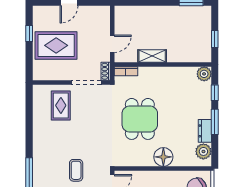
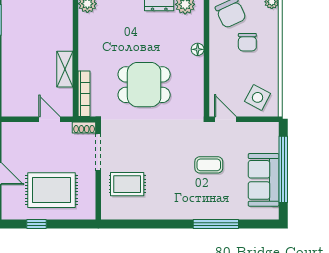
rug: (56, 45) -> (52, 190), turned 90
bookcase: (126, 71) -> (84, 94), width x1.56
floor lamp: (163, 157) -> (198, 49), width x0.53, depth x0.53

